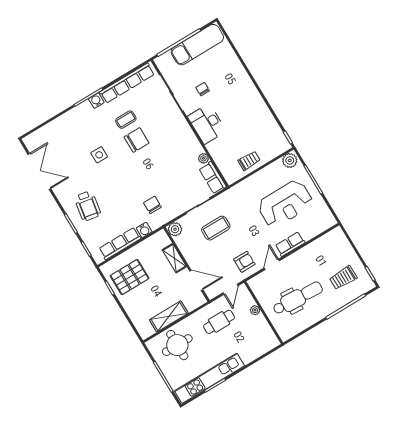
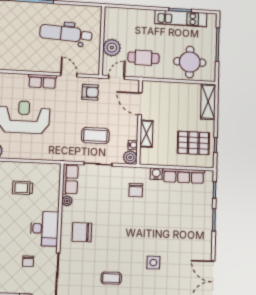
chair: (137, 140) -> (82, 232), moved
trolley: (249, 161) -> (23, 188), moved
wheelchair: (88, 206) -> (191, 225), removed
water cooler: (180, 241) -> (133, 145), added
armchair: (244, 262) -> (90, 92), turned 180
door: (272, 264) -> (69, 75), swing flipped
trolley: (343, 278) -> (17, 25), removed
plant: (255, 310) -> (112, 48), width x1.87, depth x1.87
shelving: (169, 316) -> (208, 102), moved, turned 90
kitchen unit: (209, 378) -> (181, 18), width x0.73

